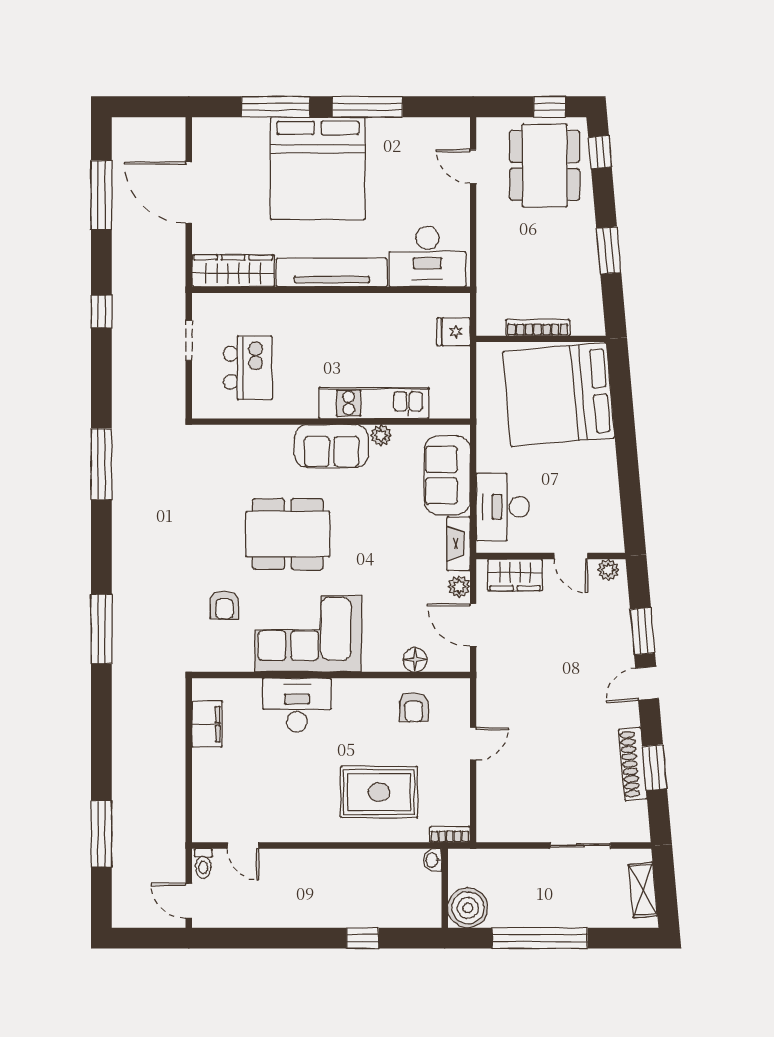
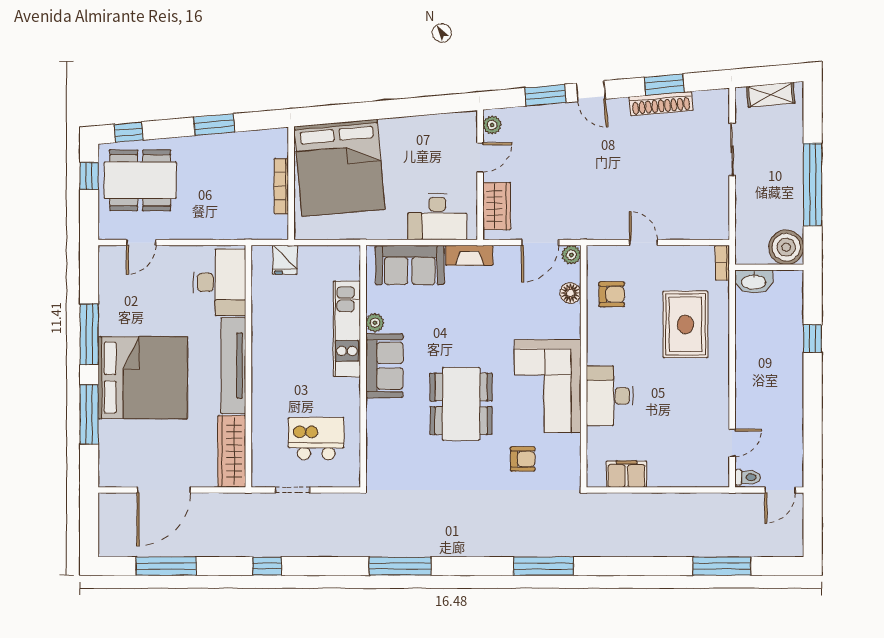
plant: (459, 586) -> (571, 255), moved
washbasin: (432, 860) -> (754, 282), width x1.91, depth x1.45

